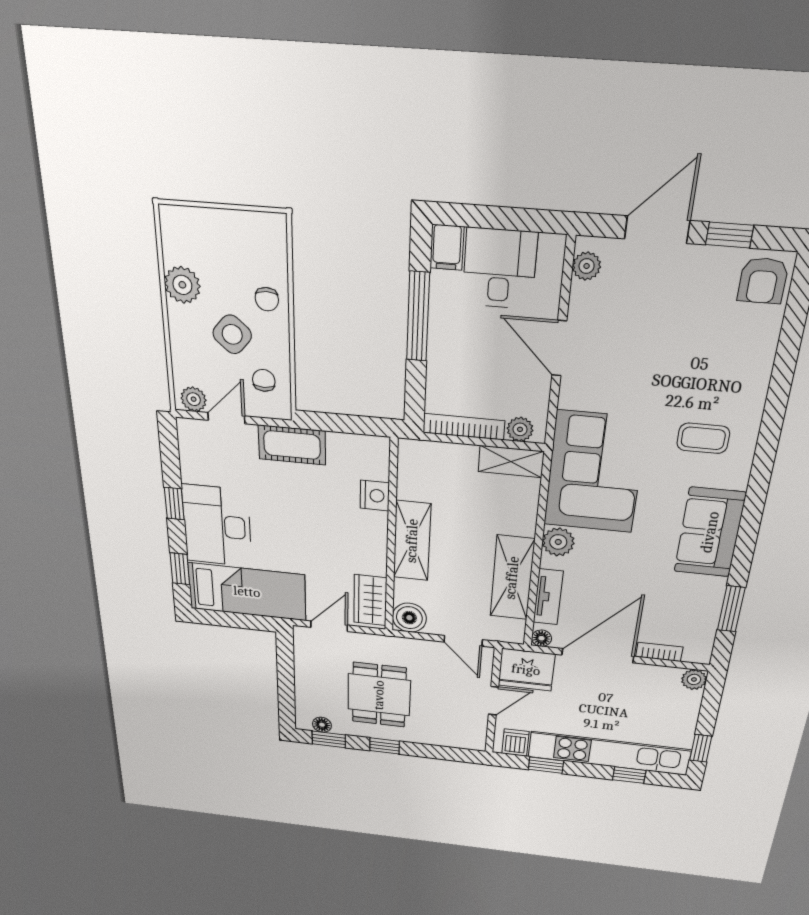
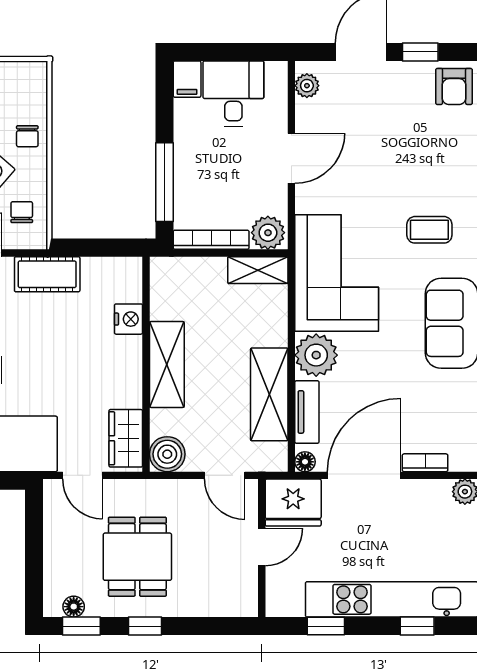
window: (418, 317) -> (164, 182), moved
door: (559, 348) -> (291, 158), swing flipped
plant: (520, 429) -> (268, 233), width x1.38, depth x1.38
plant: (558, 542) -> (316, 355), width x1.36, depth x1.36
door: (329, 626) -> (82, 475), swing flipped
dishwasher: (515, 743) -> (290, 600), removed

